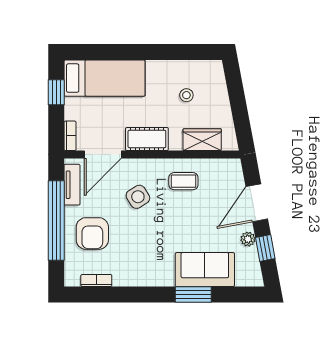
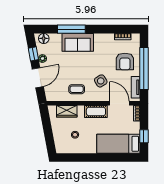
door: (103, 155) -> (119, 103), hinge flipped
armchair: (92, 233) -> (125, 62), turned 180
sofa: (205, 270) -> (78, 42), moved
floor lamp: (246, 277) -> (44, 38), added
window: (193, 295) -> (71, 29), width x1.44

